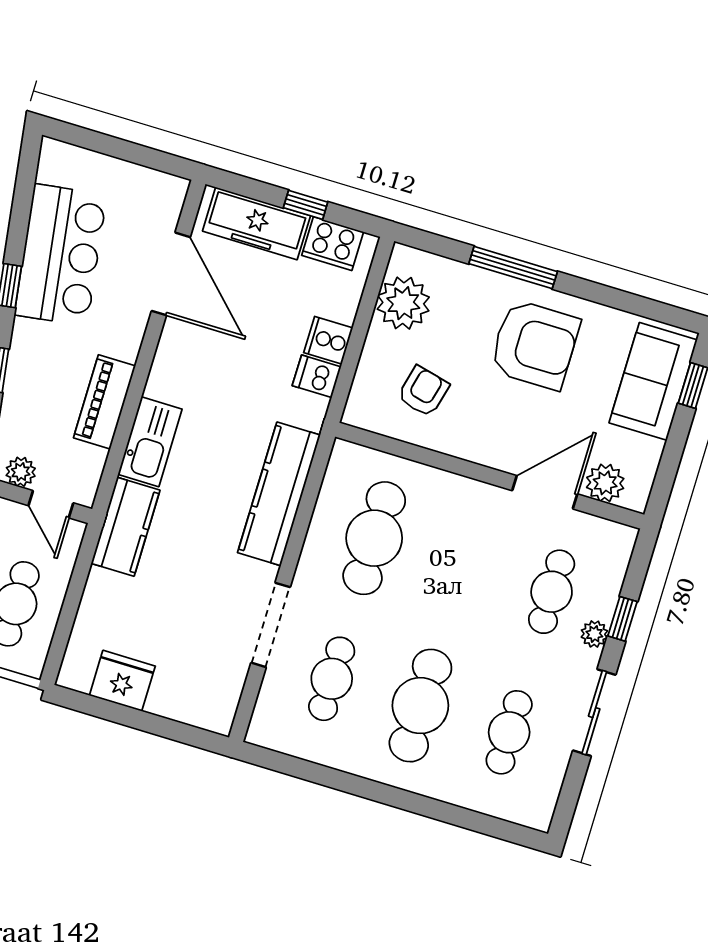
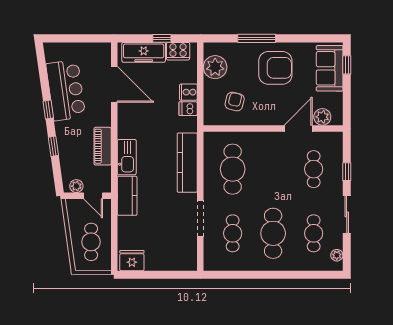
plant: (594, 634) -> (337, 255), moved
fridge: (122, 681) -> (132, 261), moved

